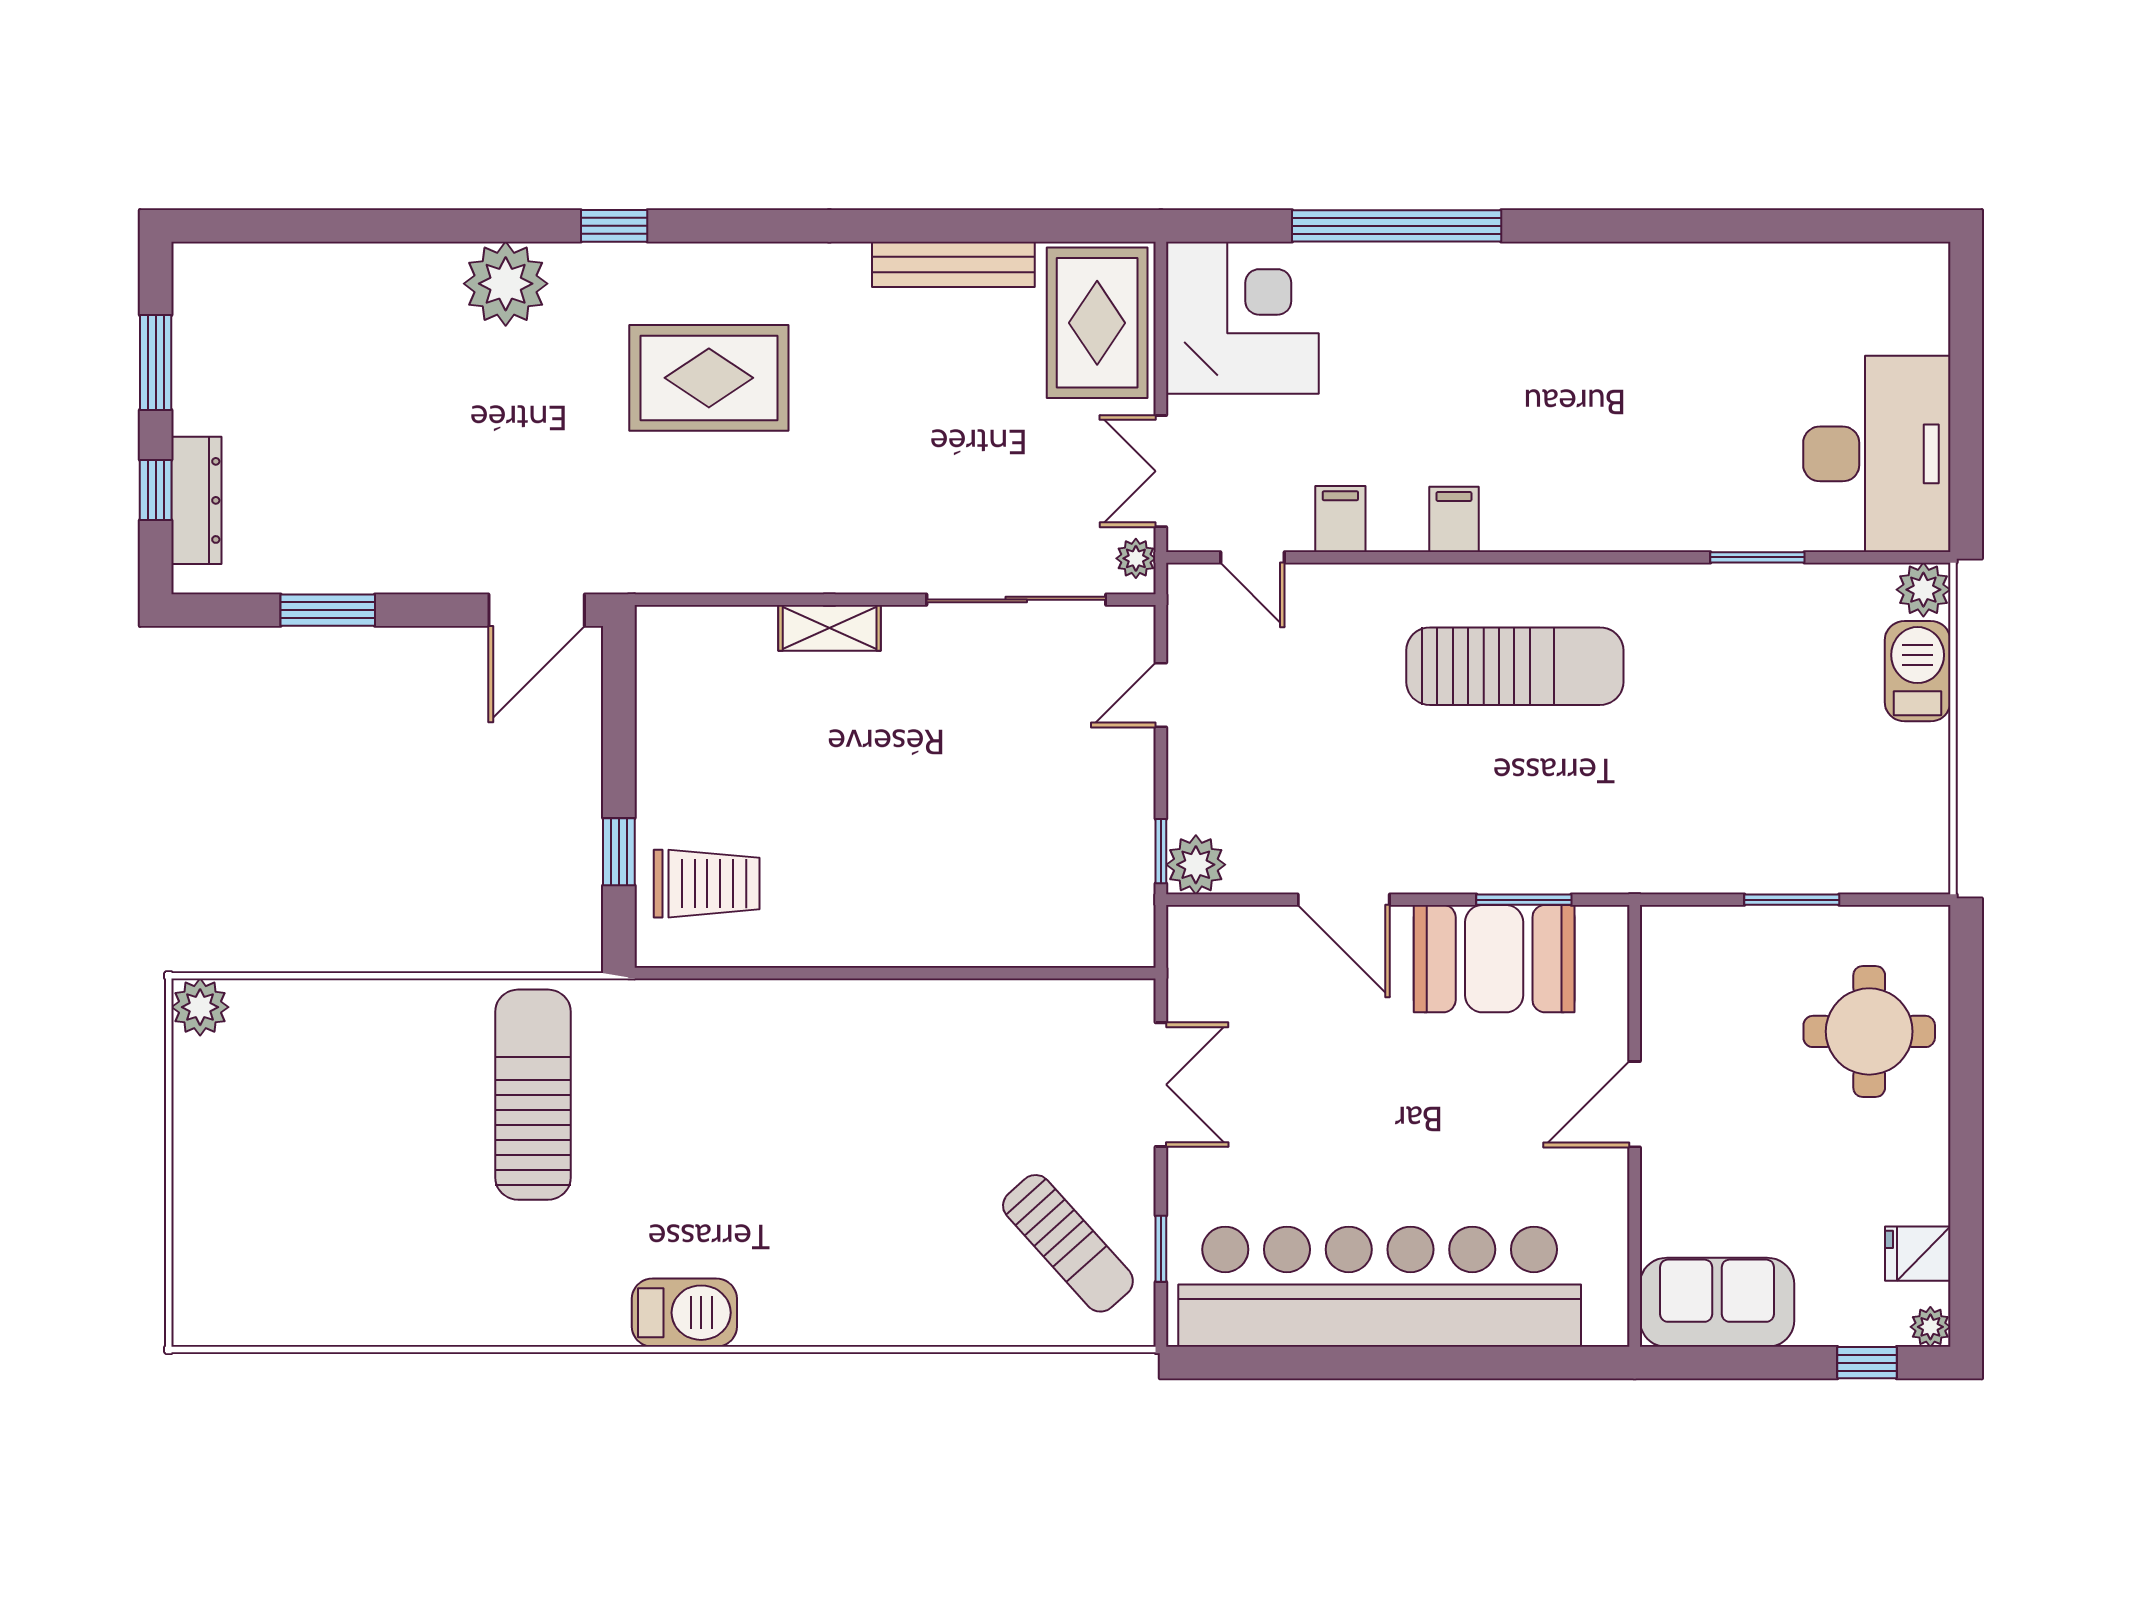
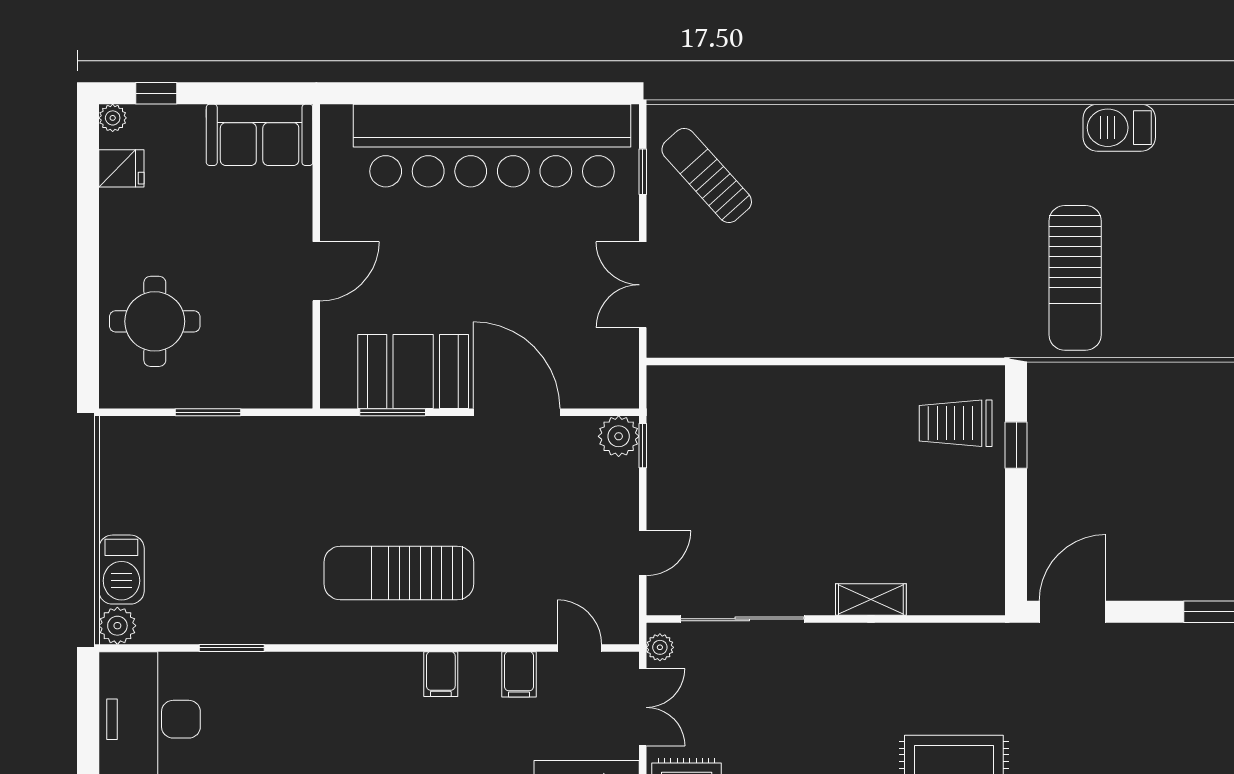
door: (1344, 900) -> (517, 412), width x1.36
barbecue: (684, 1313) -> (1119, 128), moved

